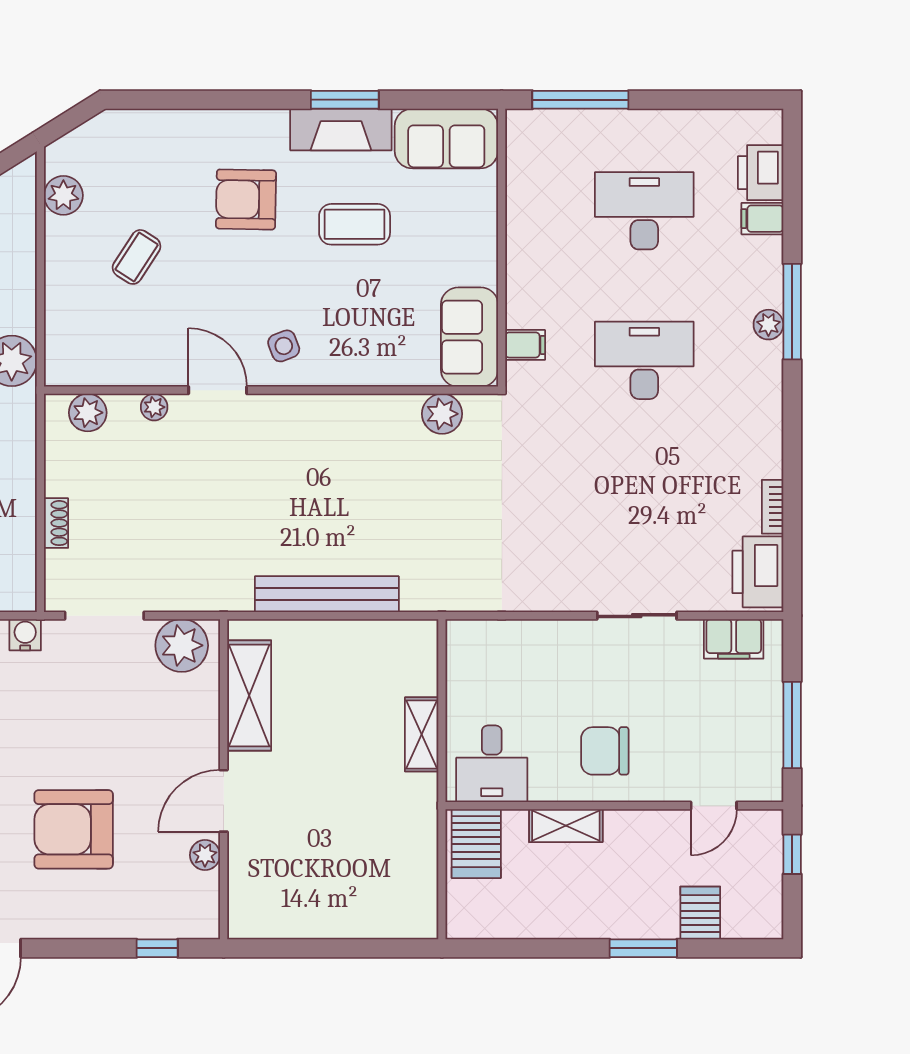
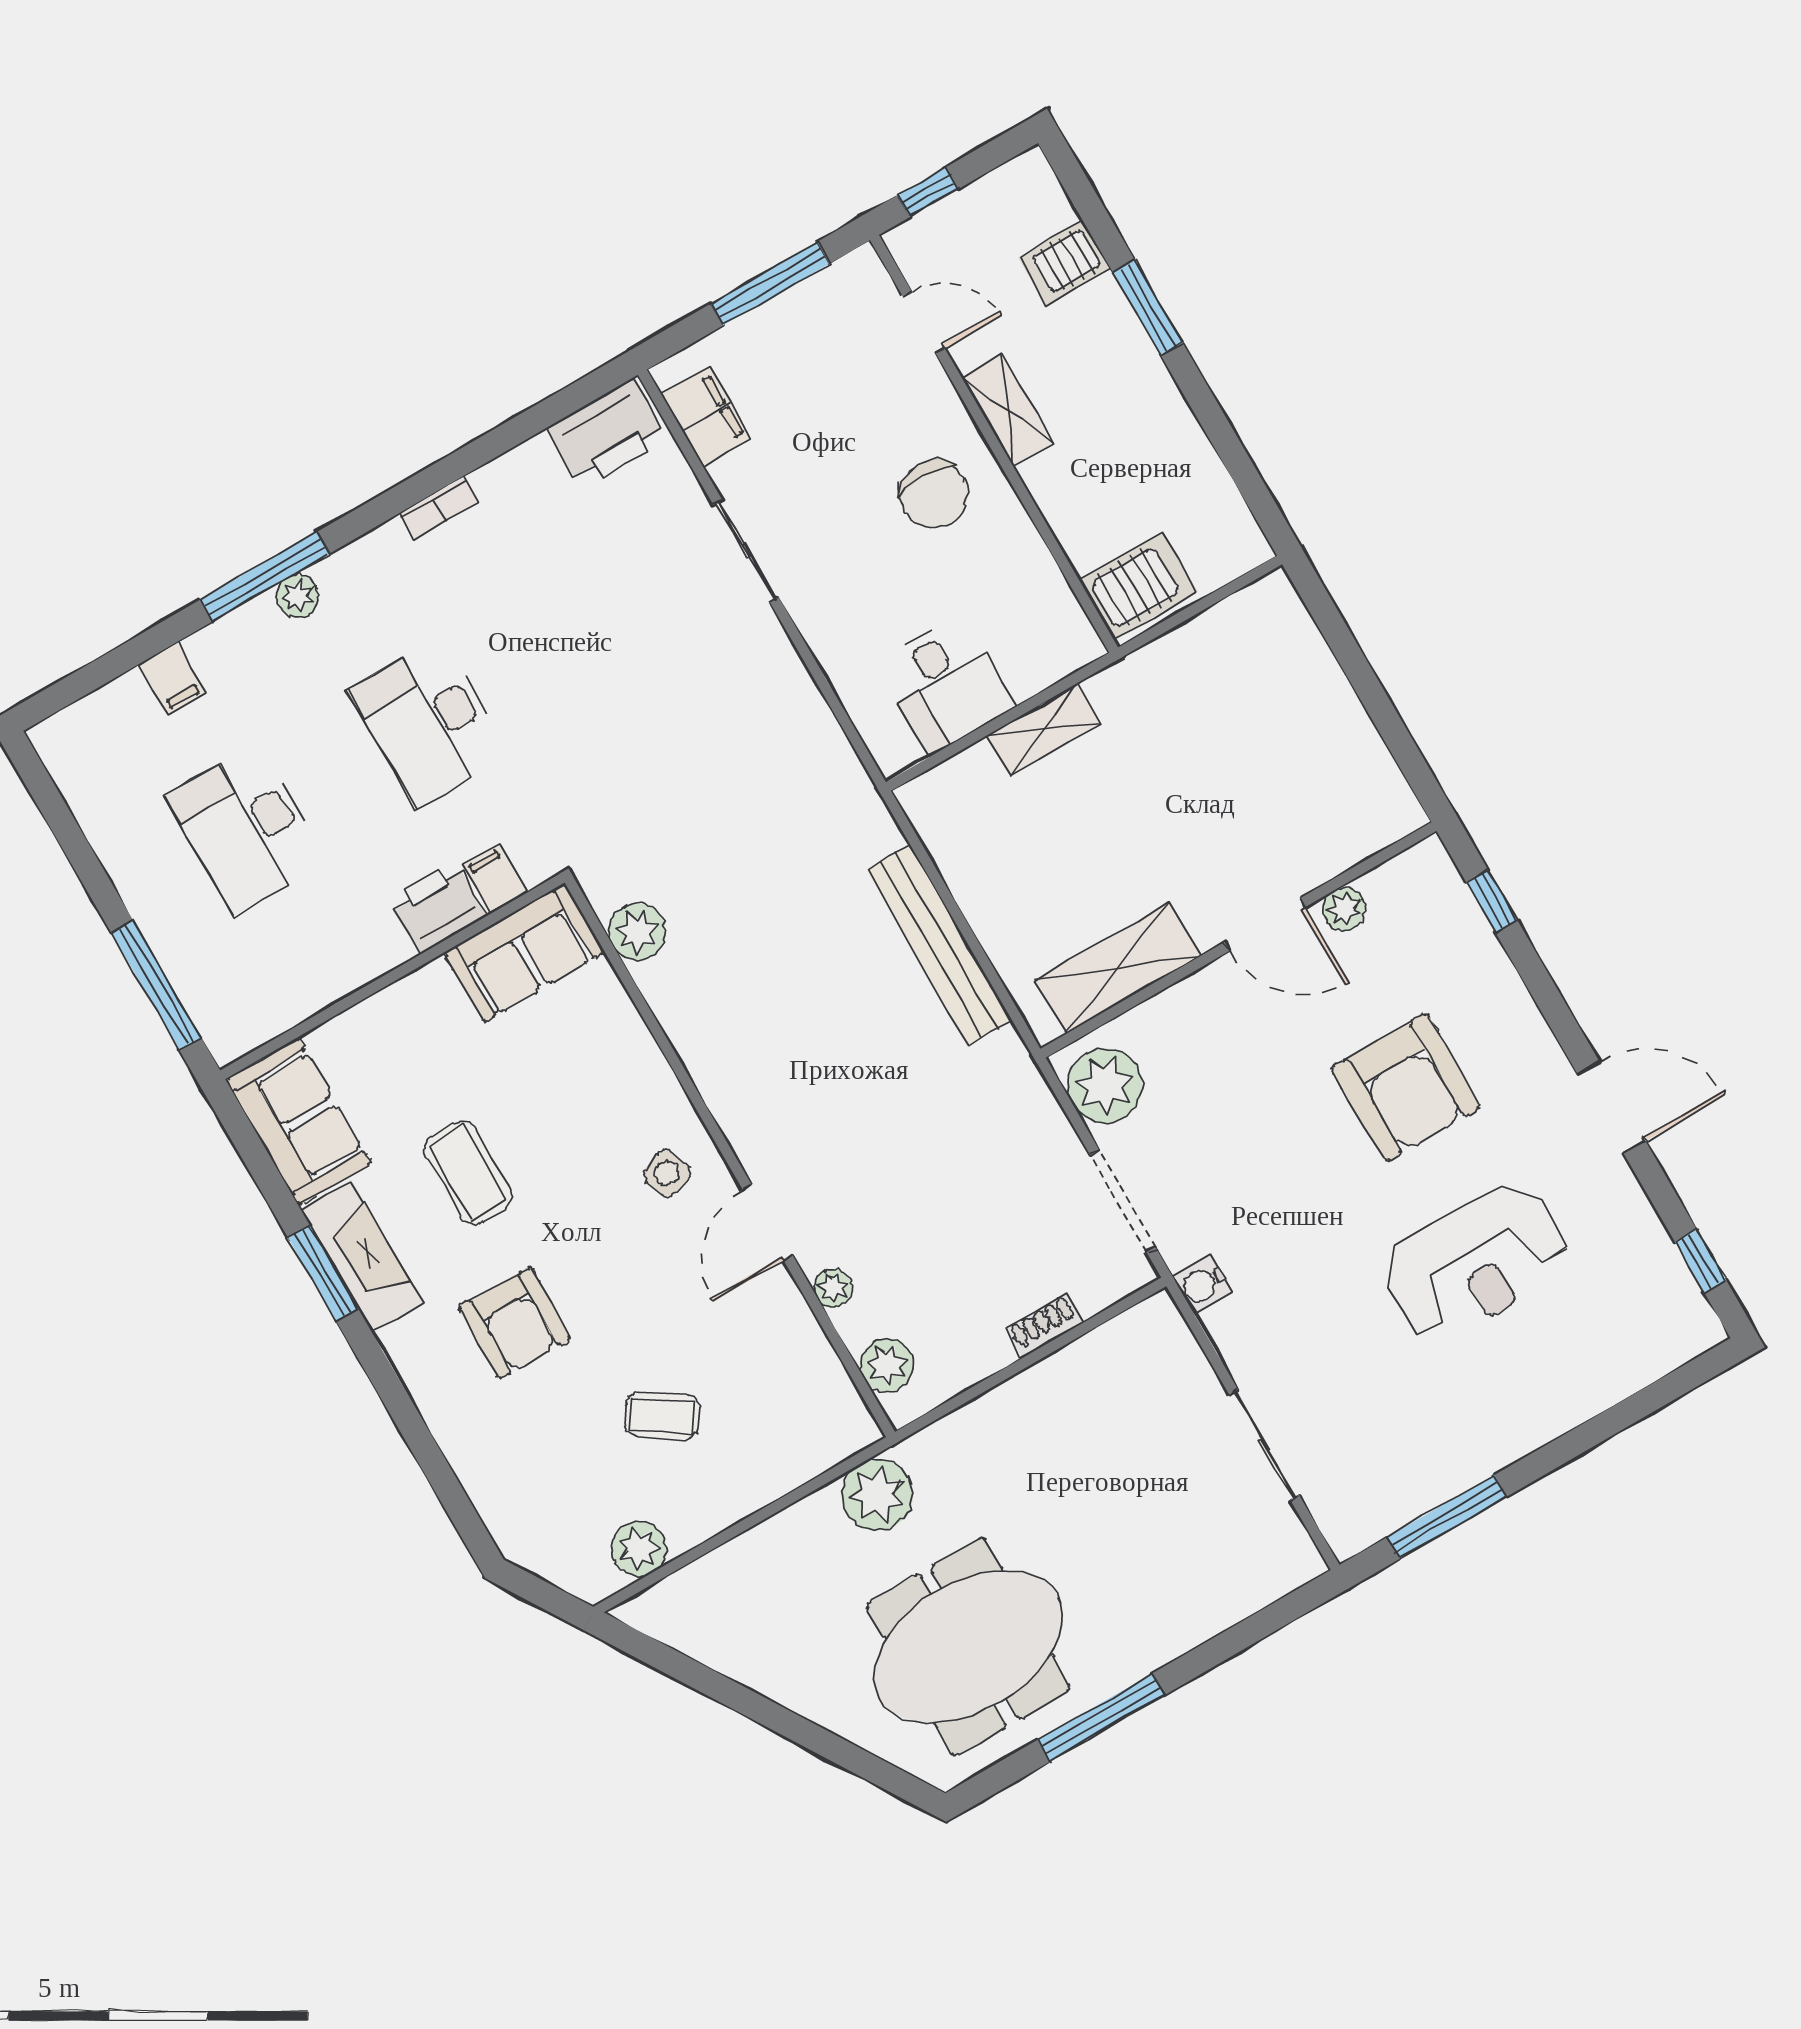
printer: (761, 173) -> (437, 908), moved, turned 180
bookcase: (773, 507) -> (439, 507), moved
desk: (492, 764) -> (946, 685), moved, turned 90
shelving: (566, 826) -> (1007, 410), moved

